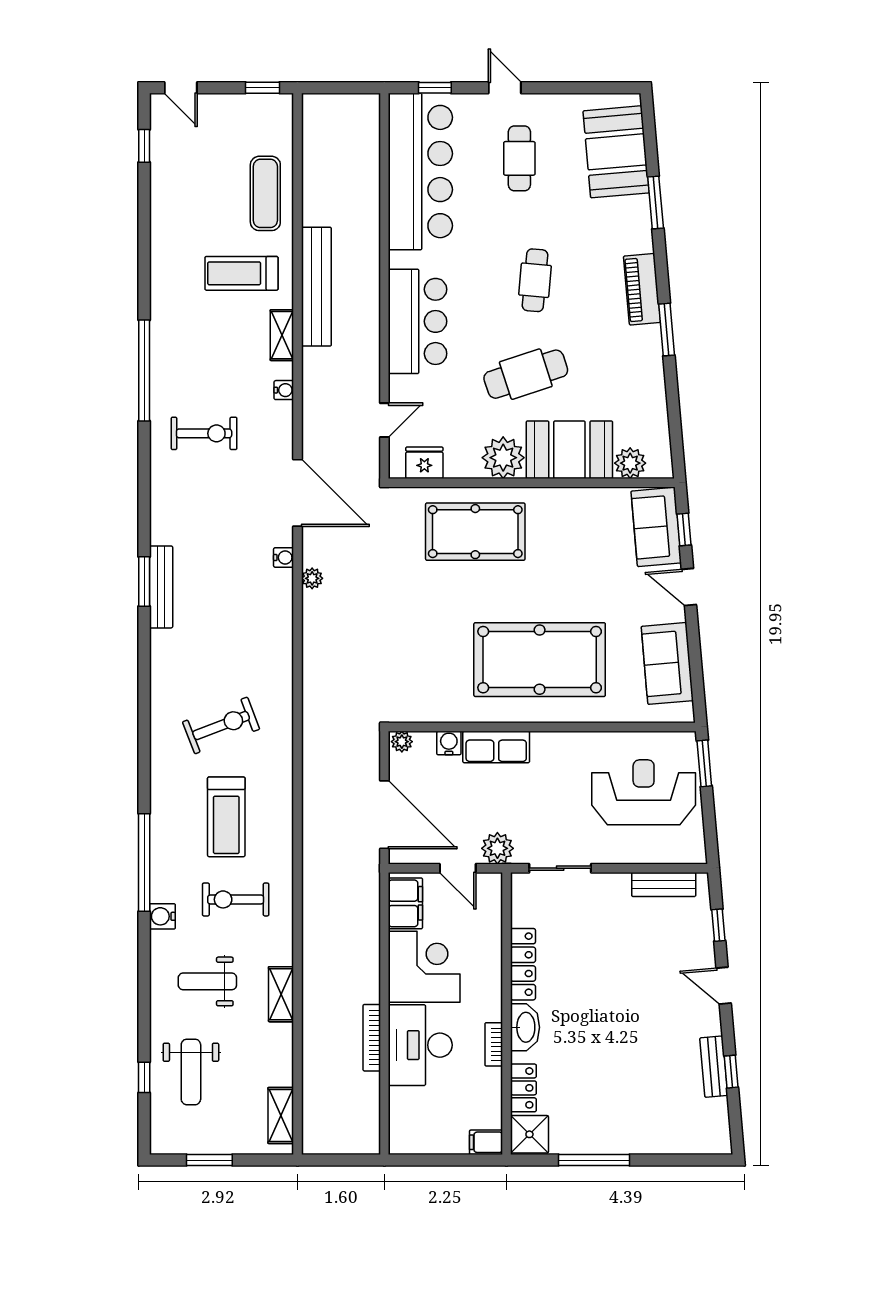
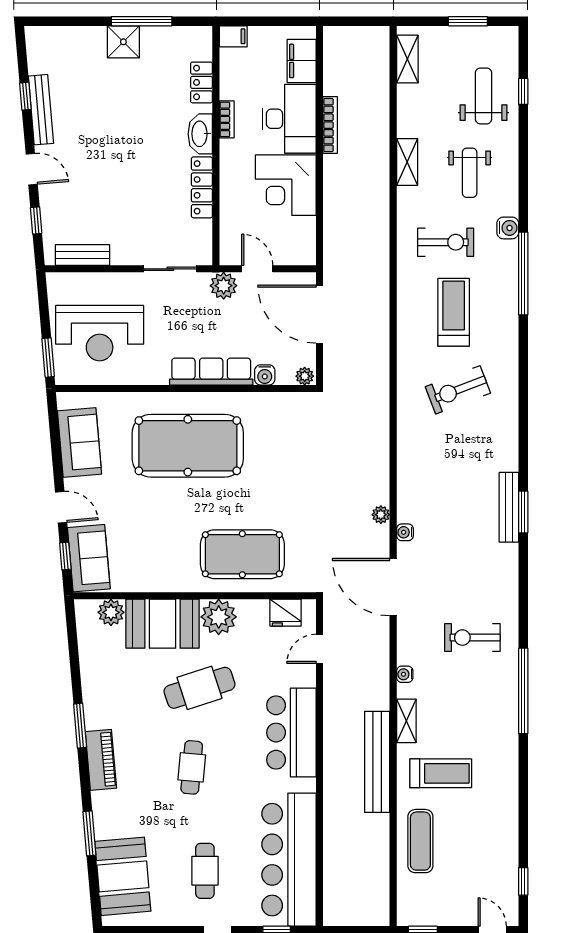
row of seats: (496, 747) -> (211, 372), width x1.48
filing cabinet: (405, 903) -> (302, 61), moved
weight bench: (207, 981) -> (470, 173), turned 90
bench: (714, 1067) -> (41, 110), width x1.36
shower: (529, 1134) -> (123, 42), moved

